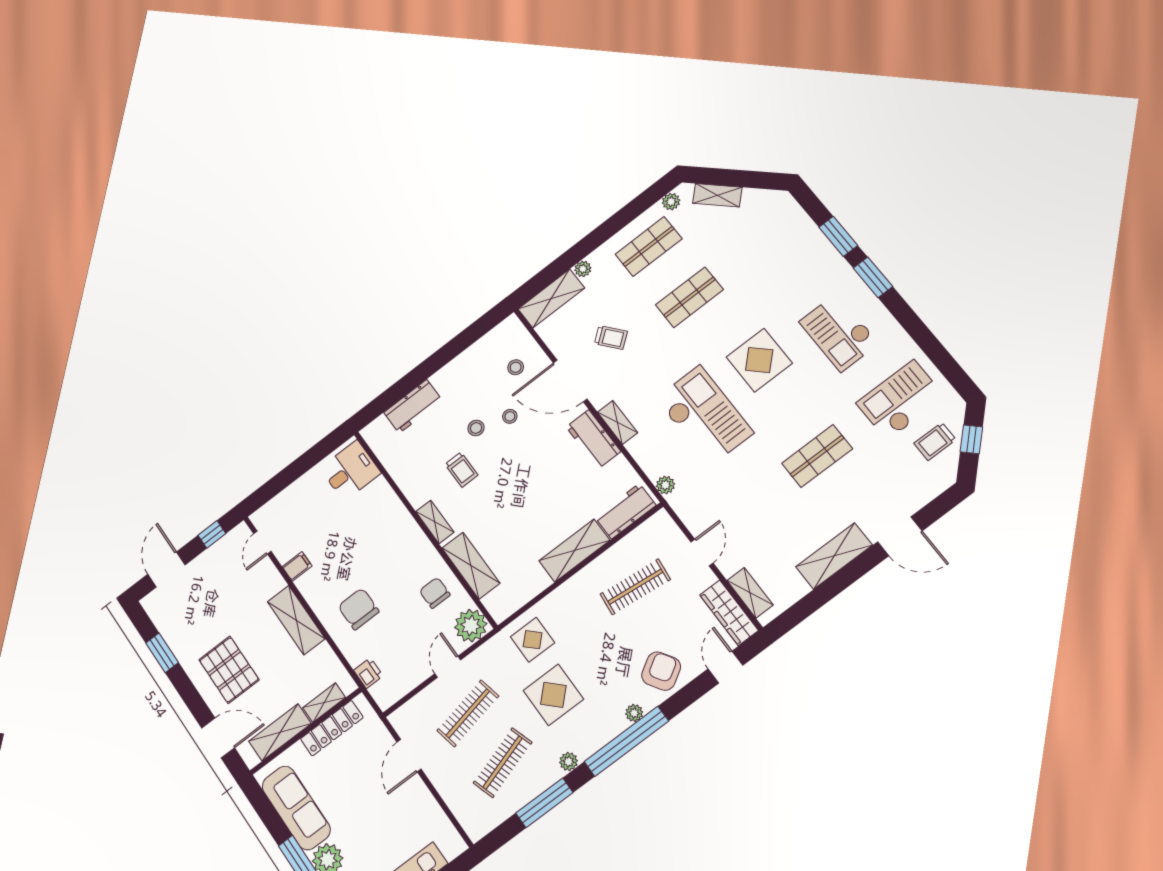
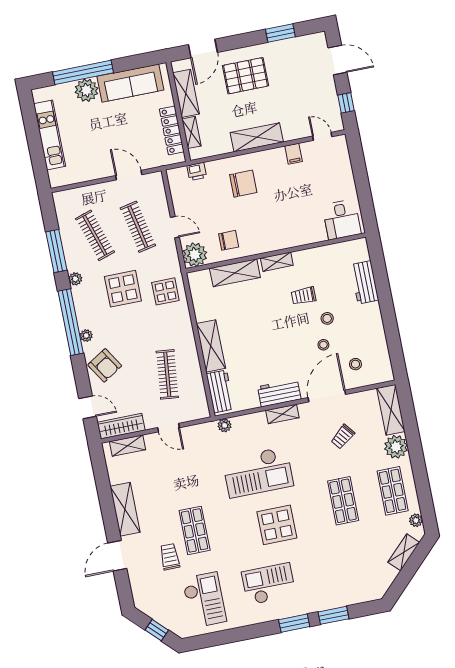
plant: (583, 269) -> (396, 447), width x1.88, depth x1.88
trolley: (935, 441) -> (170, 557), moved

